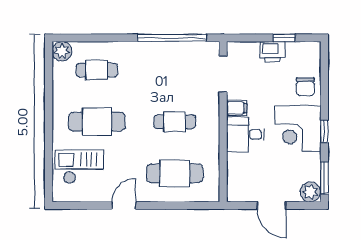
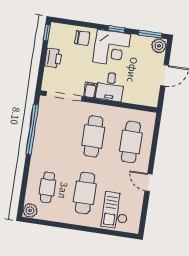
window: (284, 38) -> (47, 33), moved
doorway: (223, 74) -> (64, 96), width x1.36
cafe table: (175, 122) -> (93, 136), width x1.37, depth x1.35

